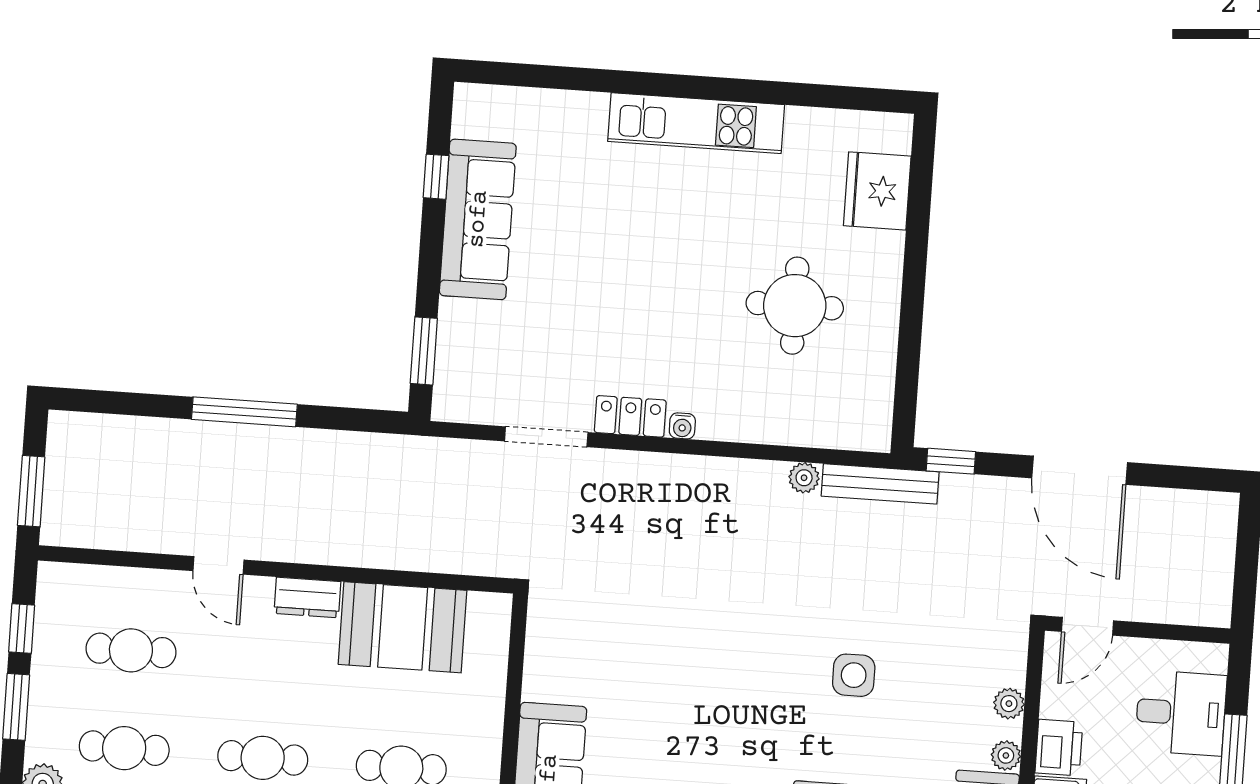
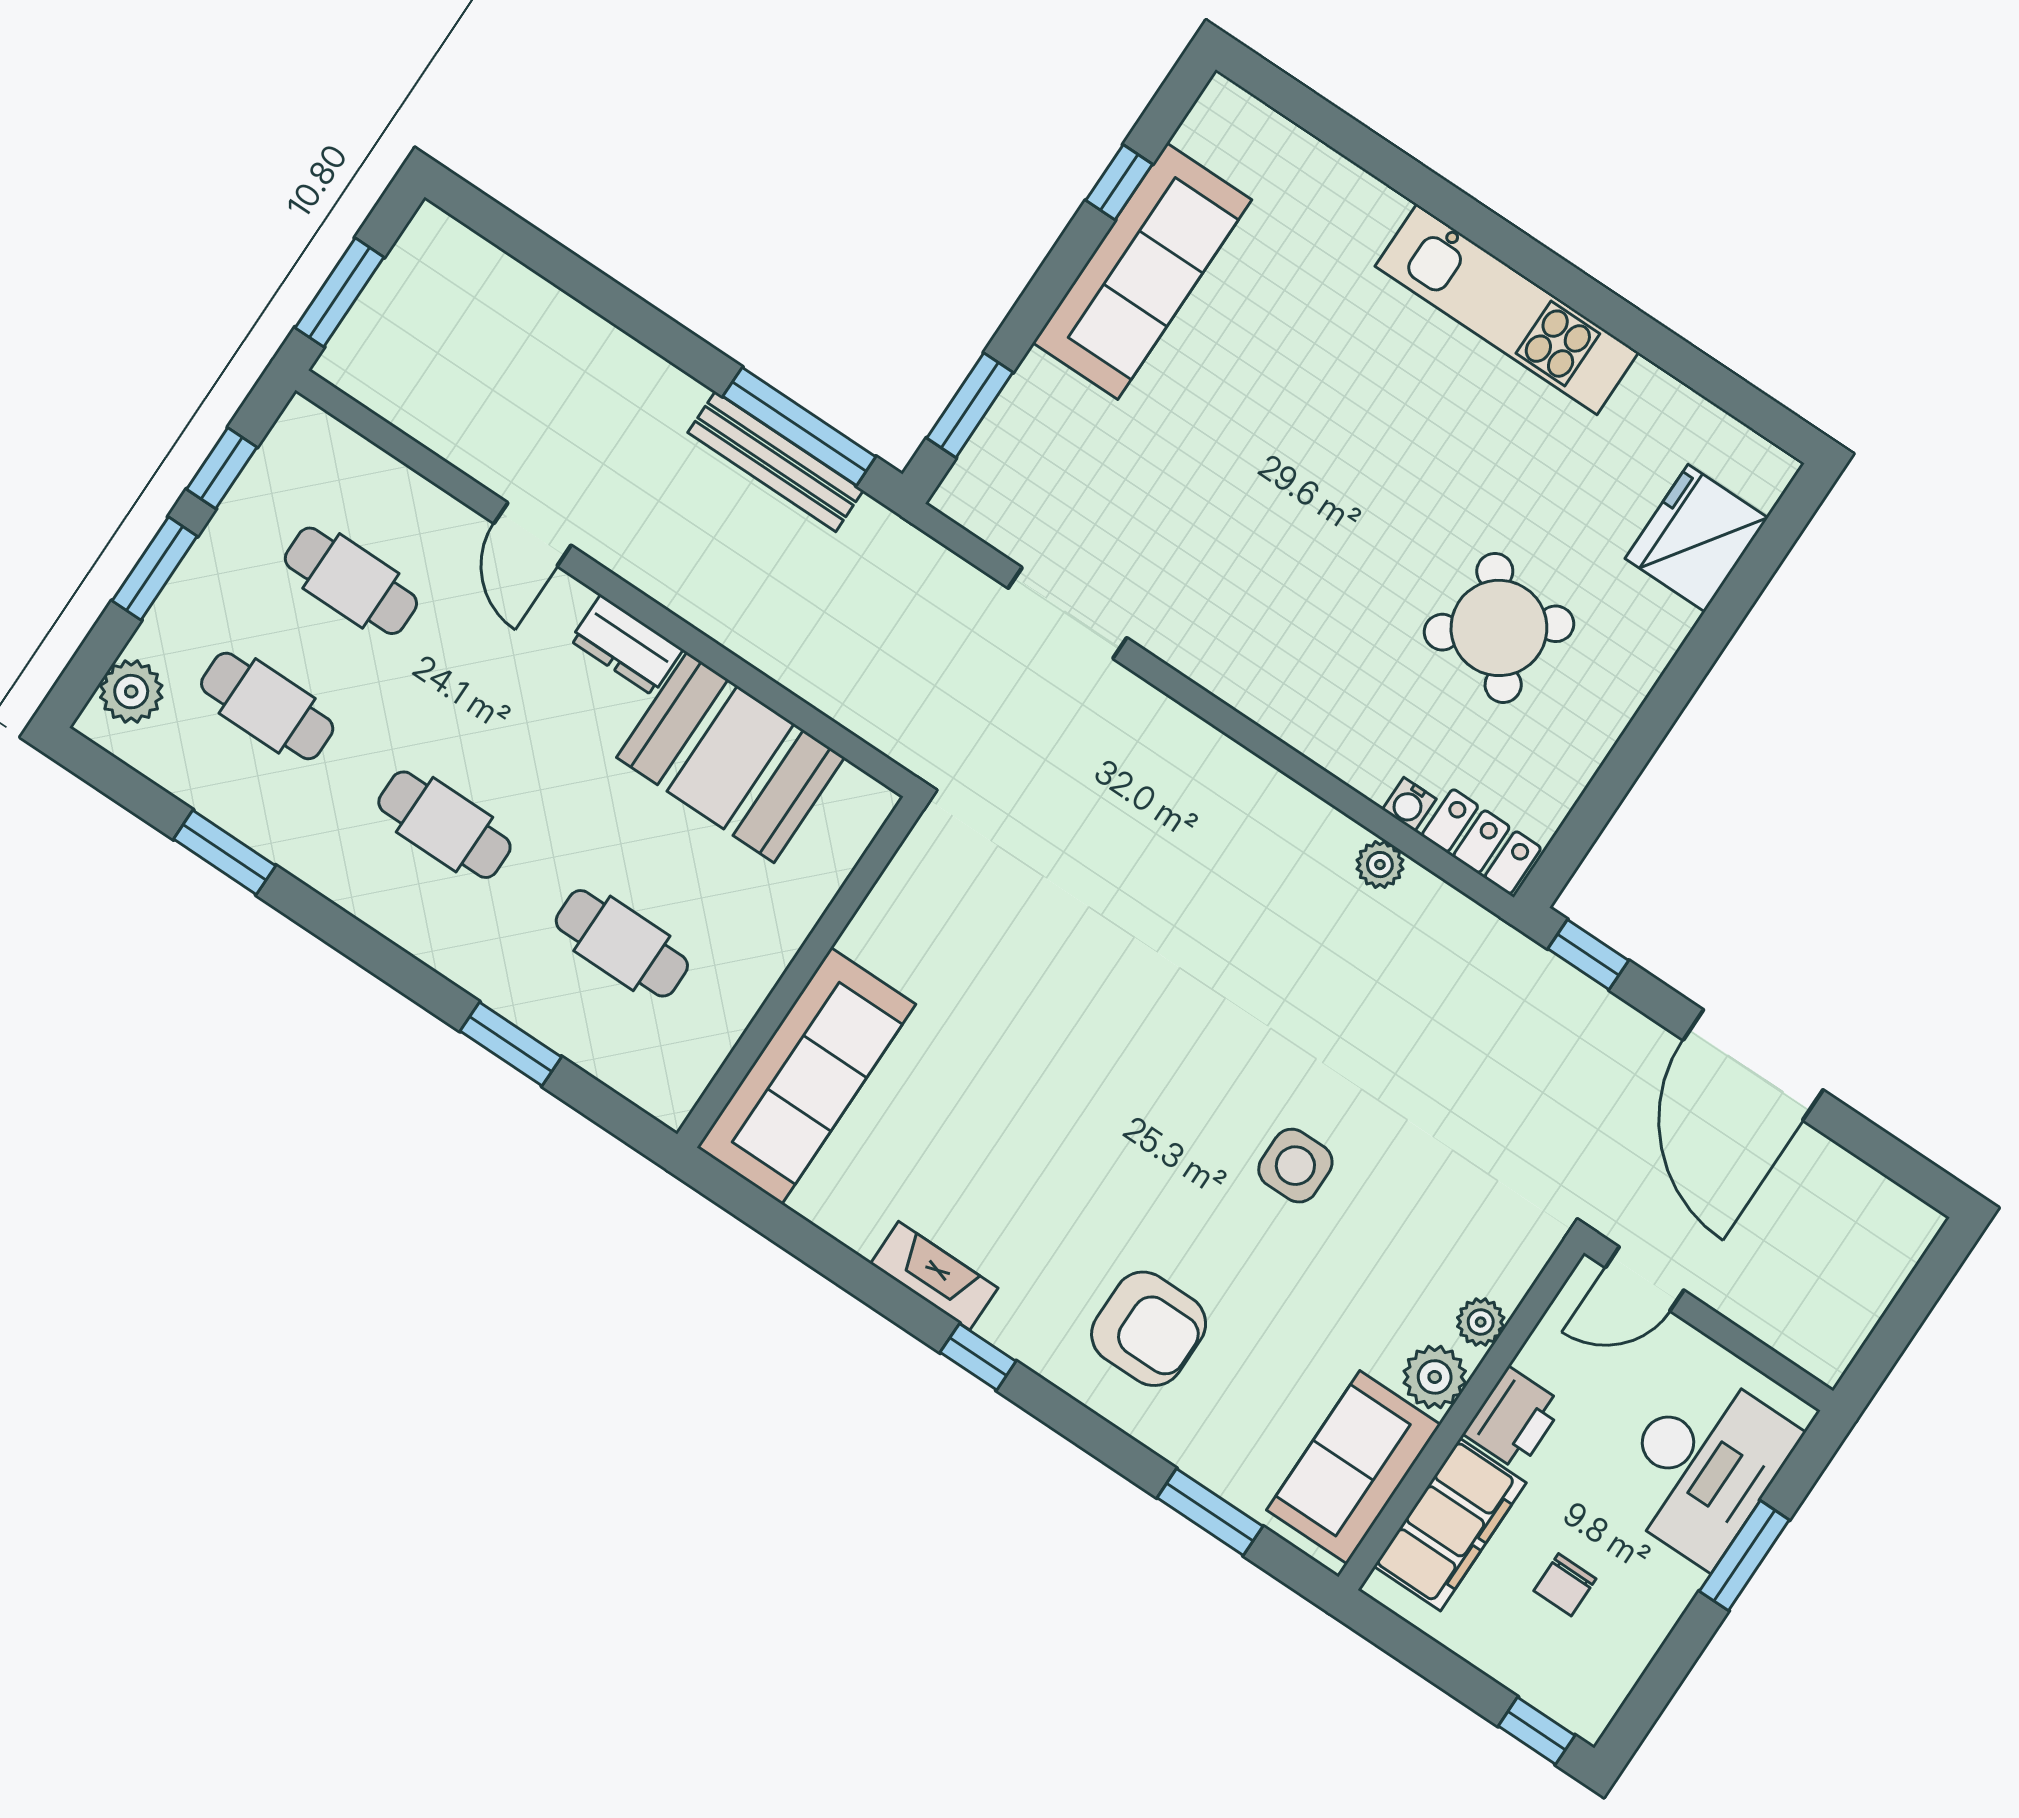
round table: (795, 306) -> (1499, 628), turned -38
window: (244, 412) -> (799, 426), moved
locker: (630, 416) -> (1481, 842), moved
water cooler: (682, 426) -> (1409, 804), moved
bench: (880, 484) -> (776, 462), moved
desk: (1181, 713) -> (1703, 1466), width x1.37
plant: (1006, 755) -> (1435, 1377), width x1.38, depth x1.38

